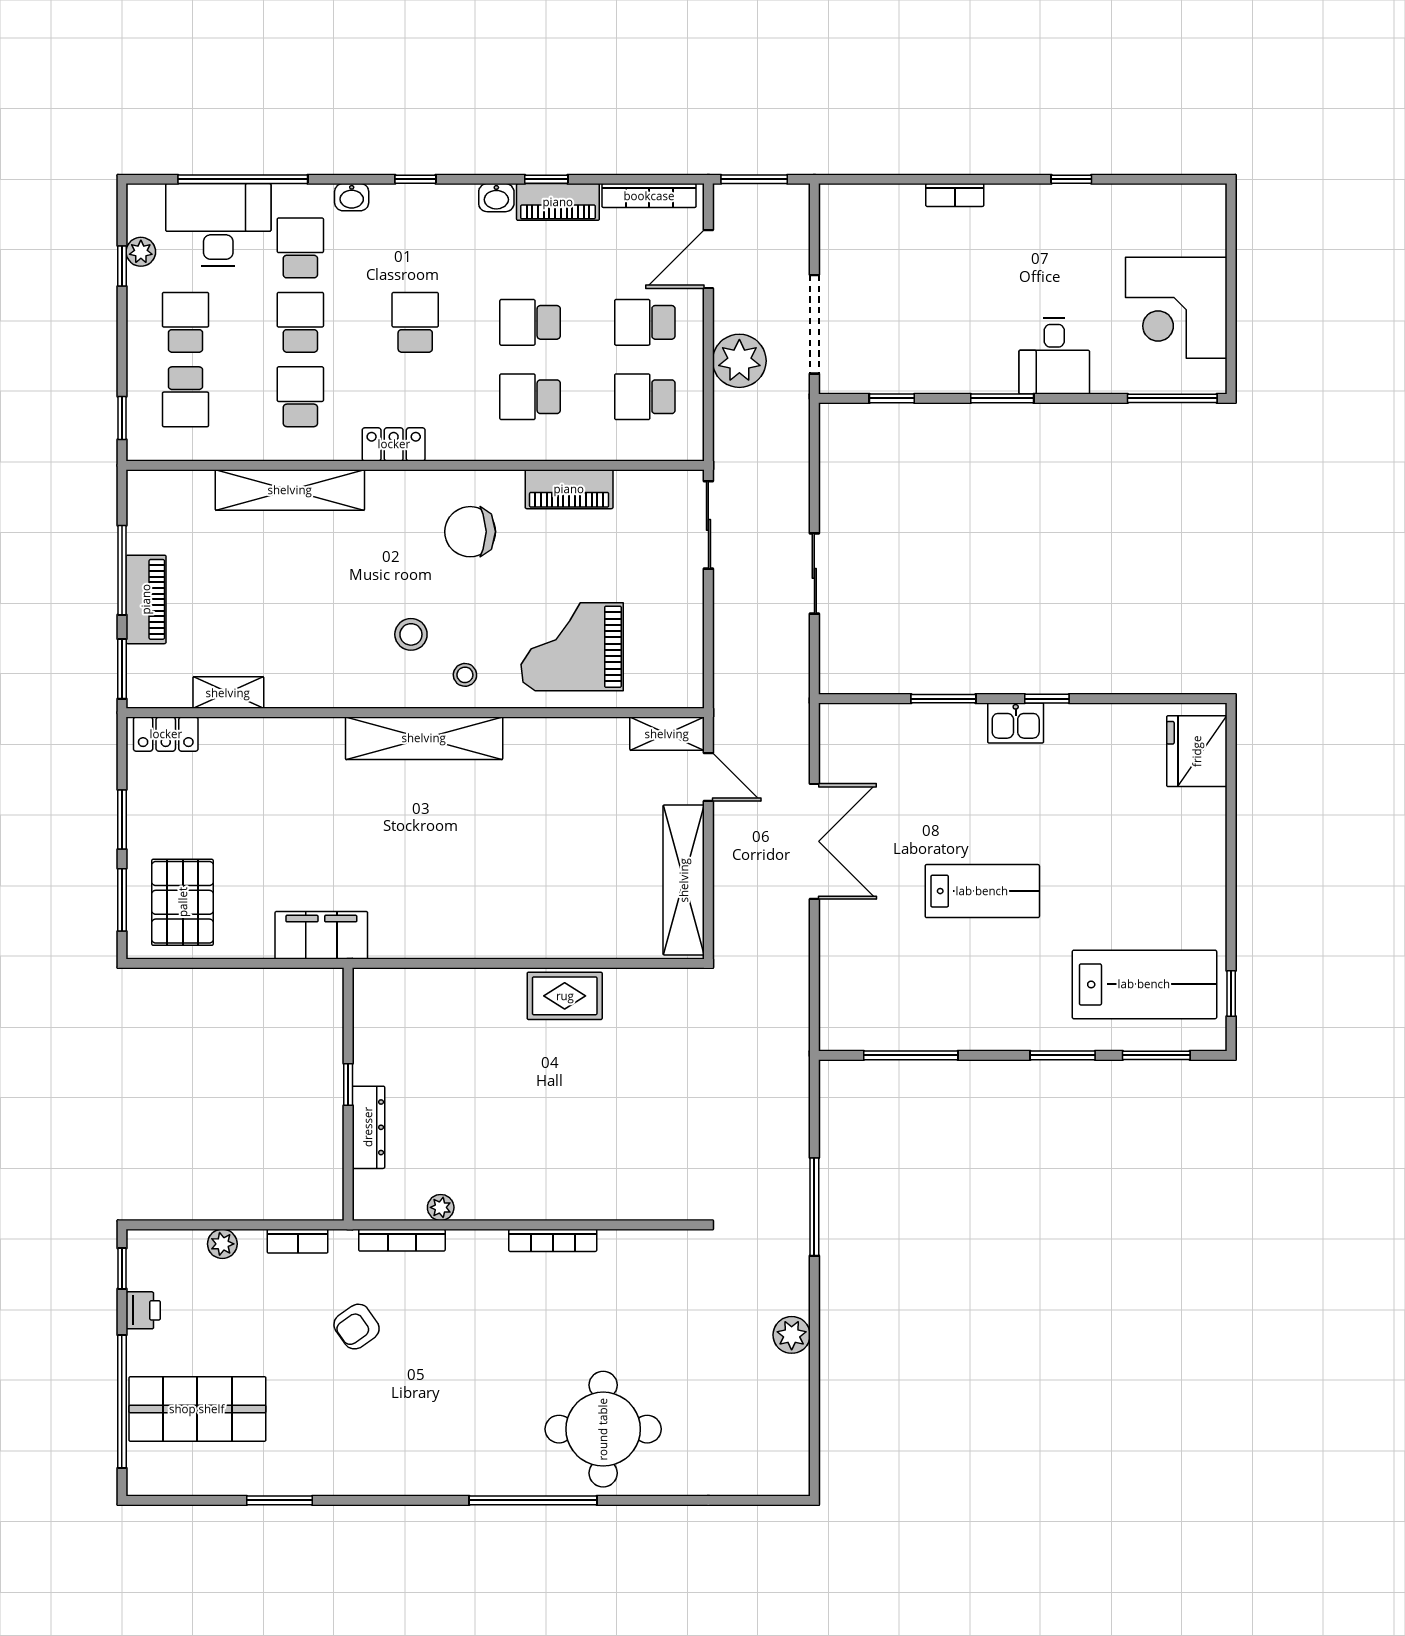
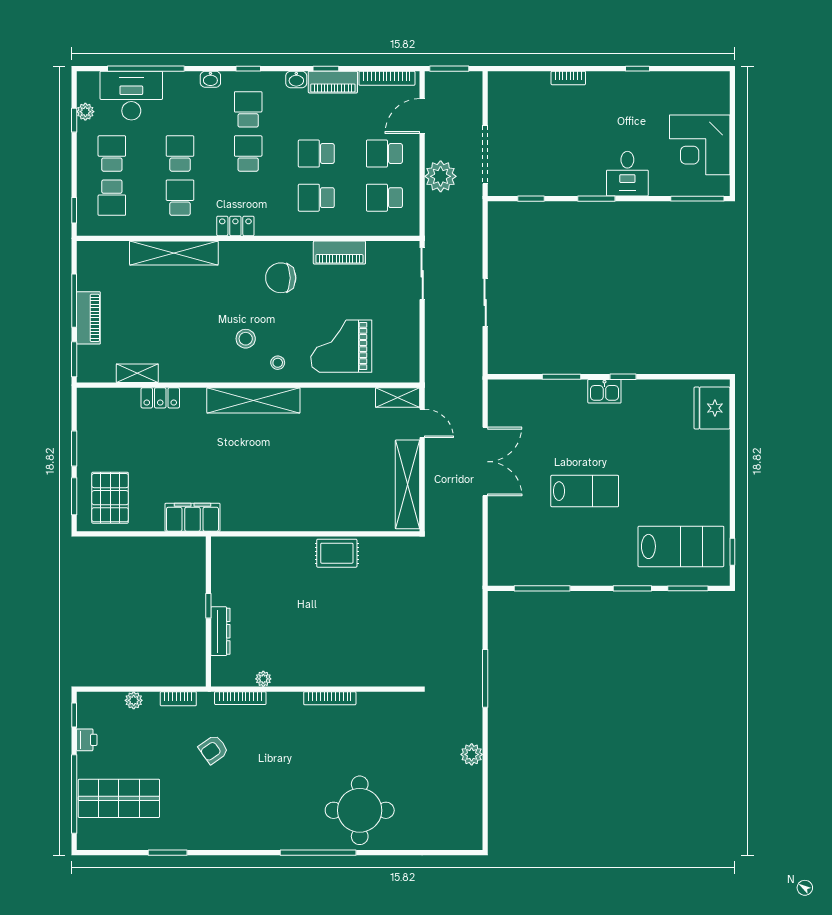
school desk: (300, 248) -> (248, 109), moved
locker: (166, 734) -> (160, 398), moved

